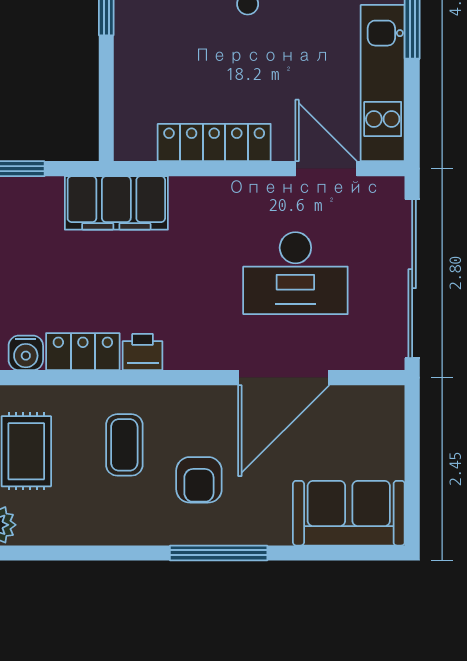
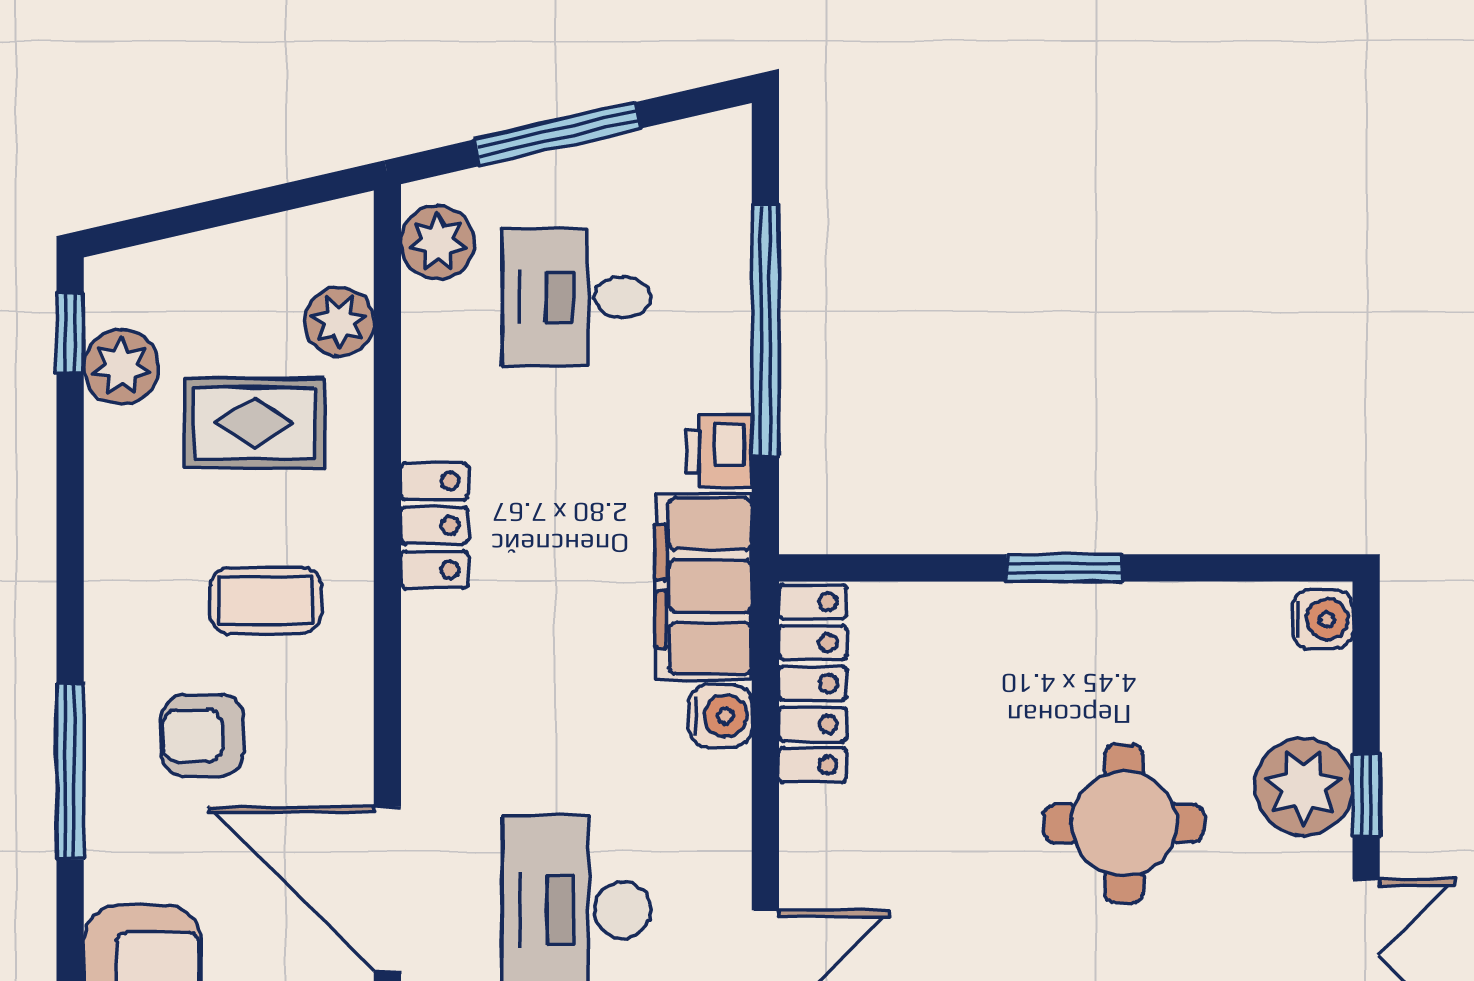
locker: (214, 143) -> (813, 683), moved
printer: (143, 352) -> (719, 451), moved, turned 180
water cooler: (26, 353) -> (721, 716), moved, turned 180

